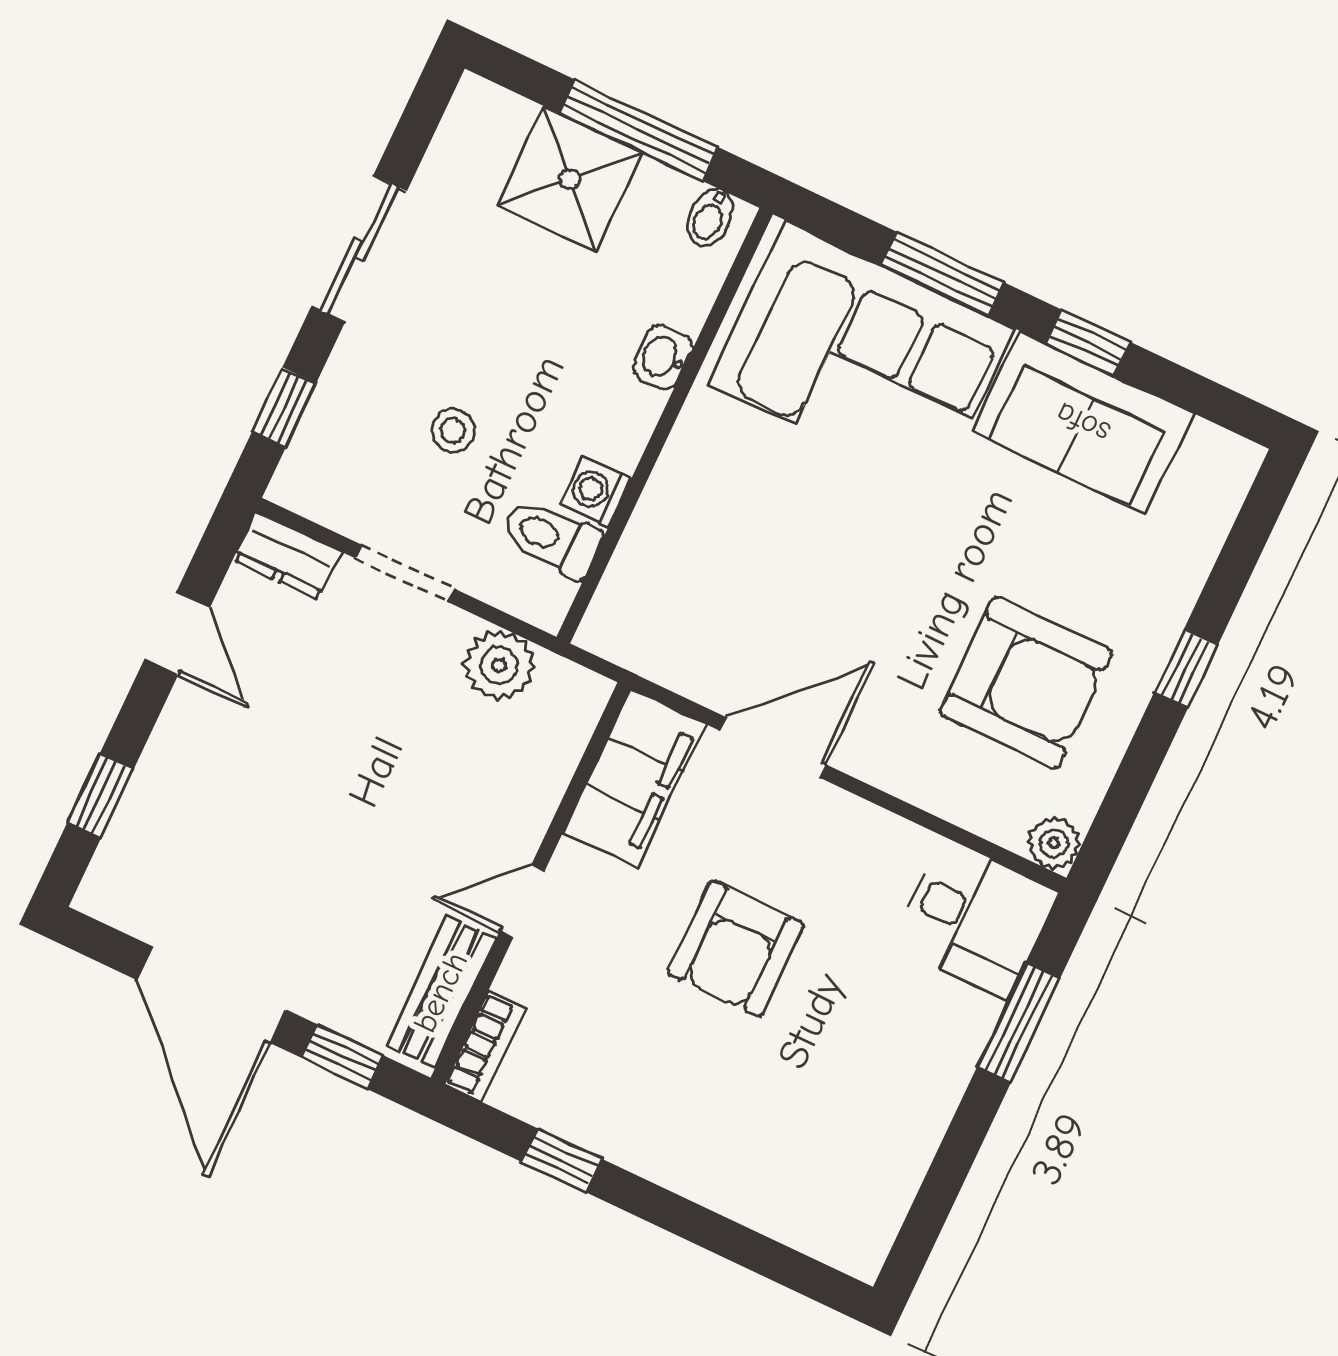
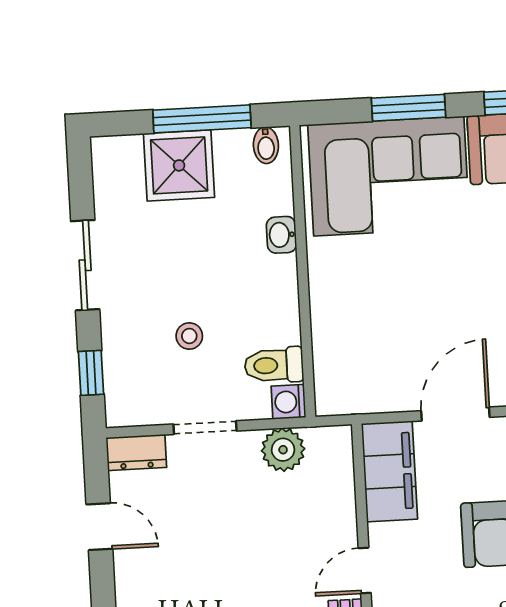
washing machine: (596, 492) -> (288, 402), moved

